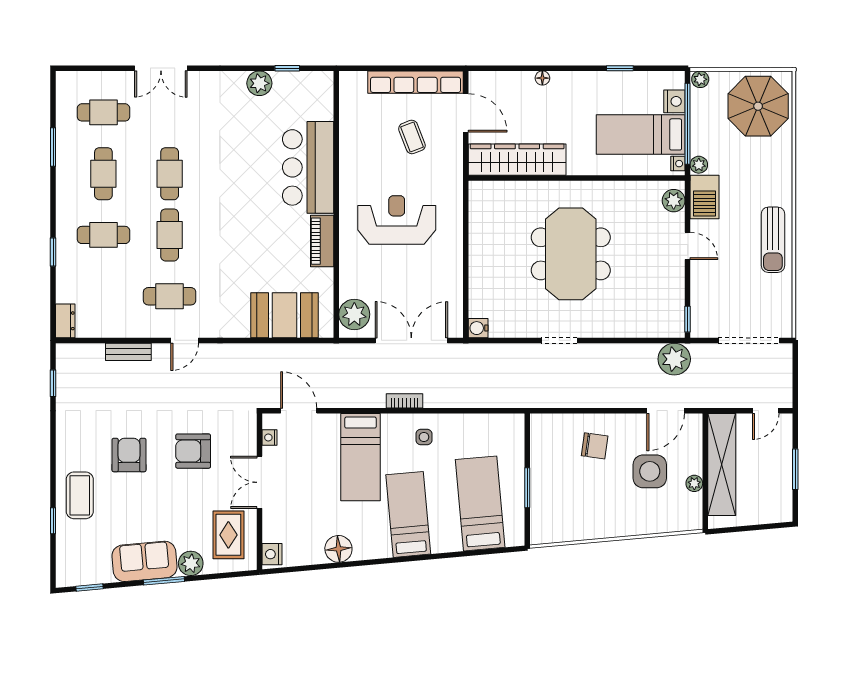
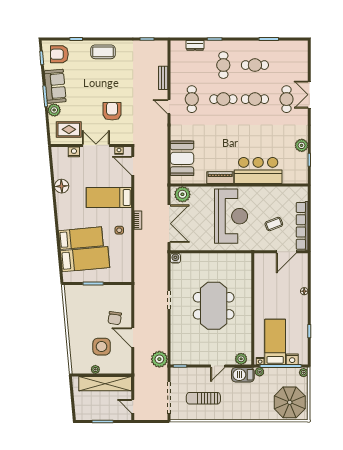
cafe table: (103, 112) -> (287, 99), moved
wardrobe: (517, 160) -> (262, 278), removed
reception desk: (397, 220) -> (231, 216), width x1.36, depth x1.30
sun lounger: (773, 240) -> (203, 398), moved
meeting table: (571, 254) -> (214, 306), turned 90
dresser: (65, 321) -> (195, 45), moved
door: (299, 411) -> (133, 166), swing flipped
door: (666, 411) -> (133, 338), moved
armchair: (129, 455) -> (59, 54), moved, turned 180
coffee table: (80, 495) -> (103, 52), moved
bed: (408, 514) -> (81, 238), moved
nightstand: (272, 554) -> (74, 152), moved

